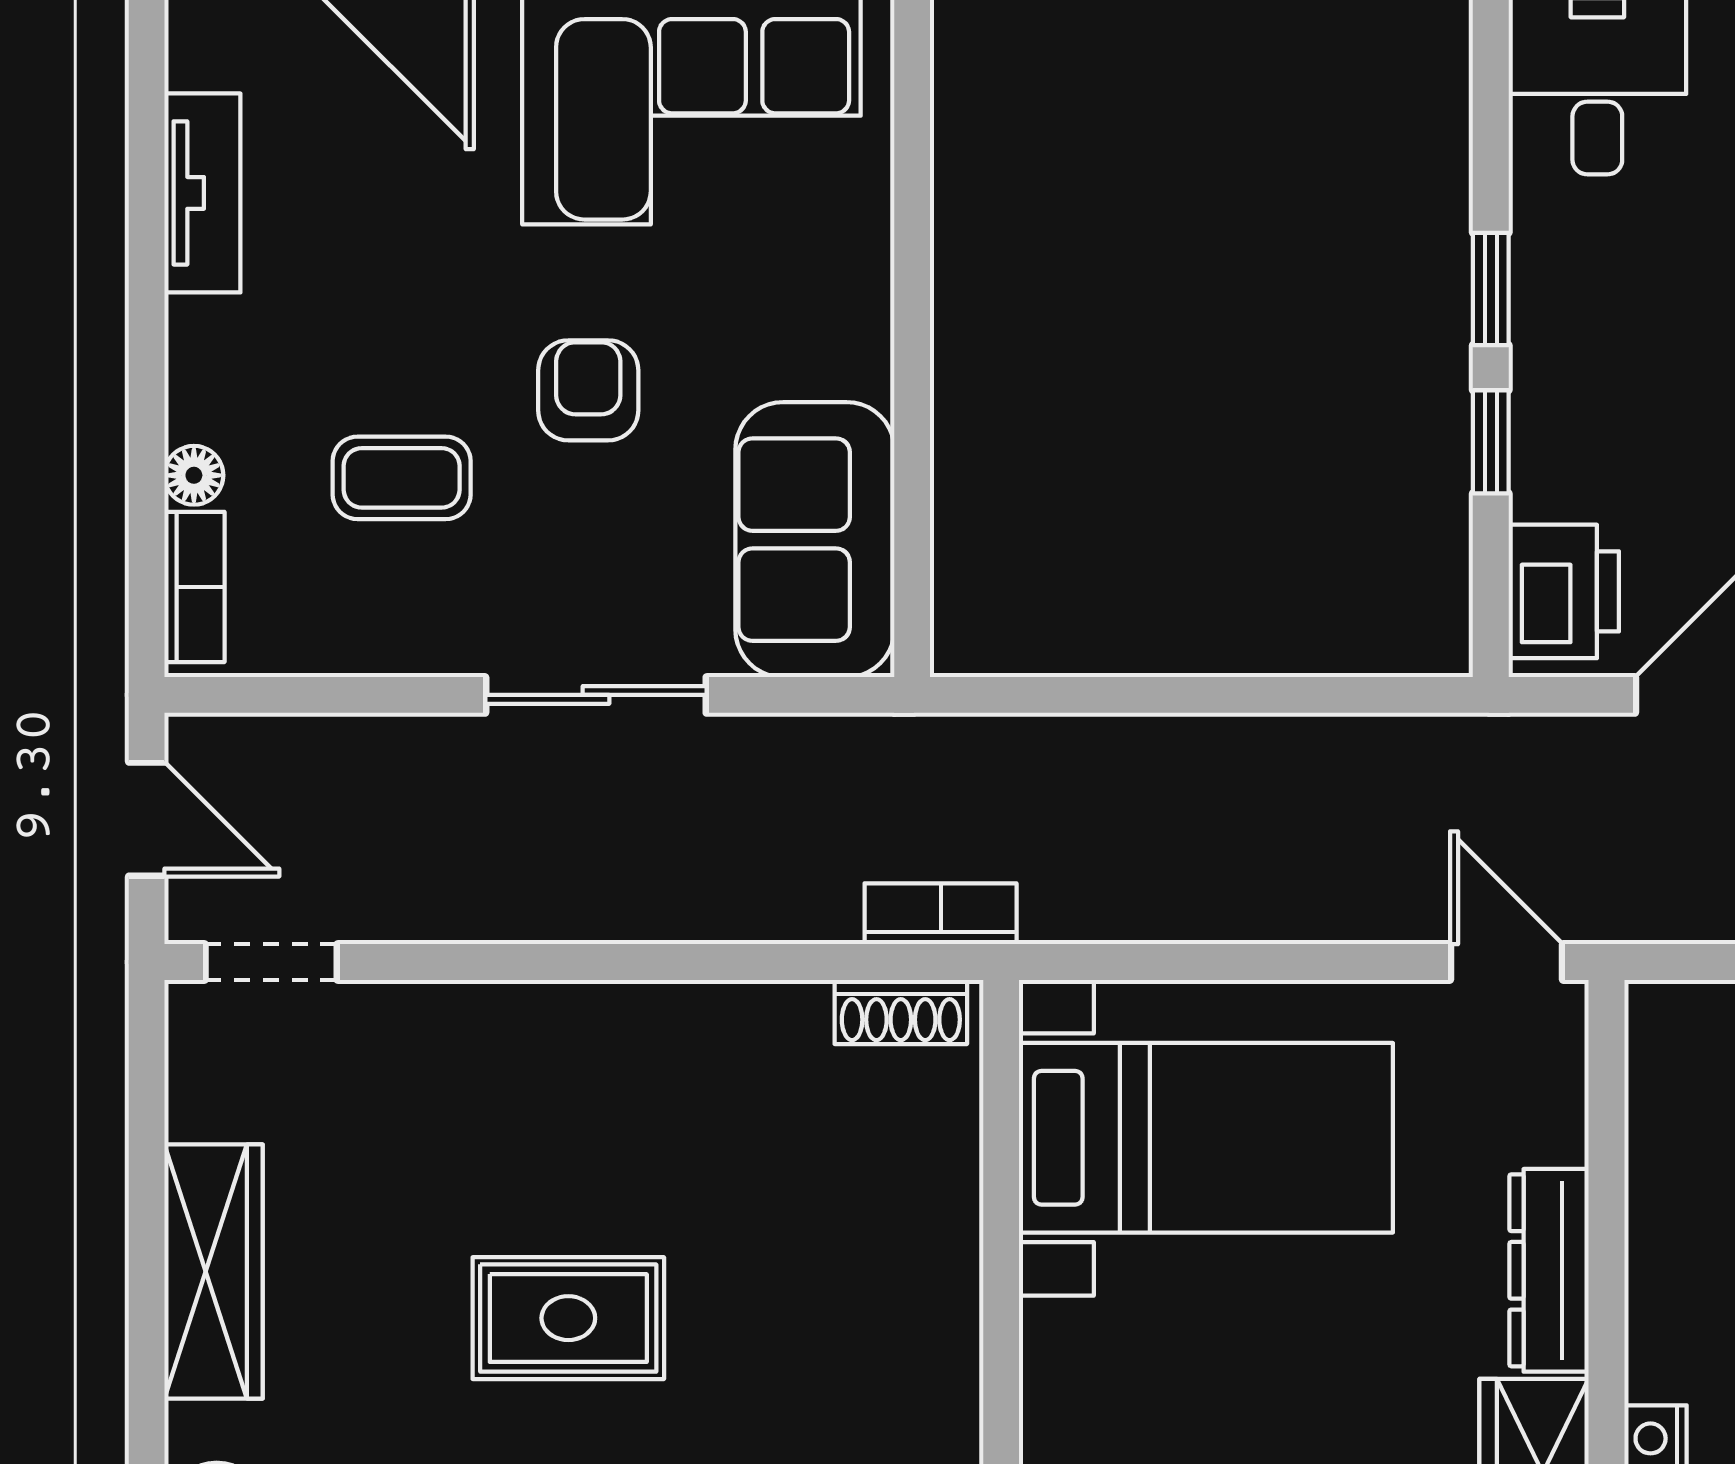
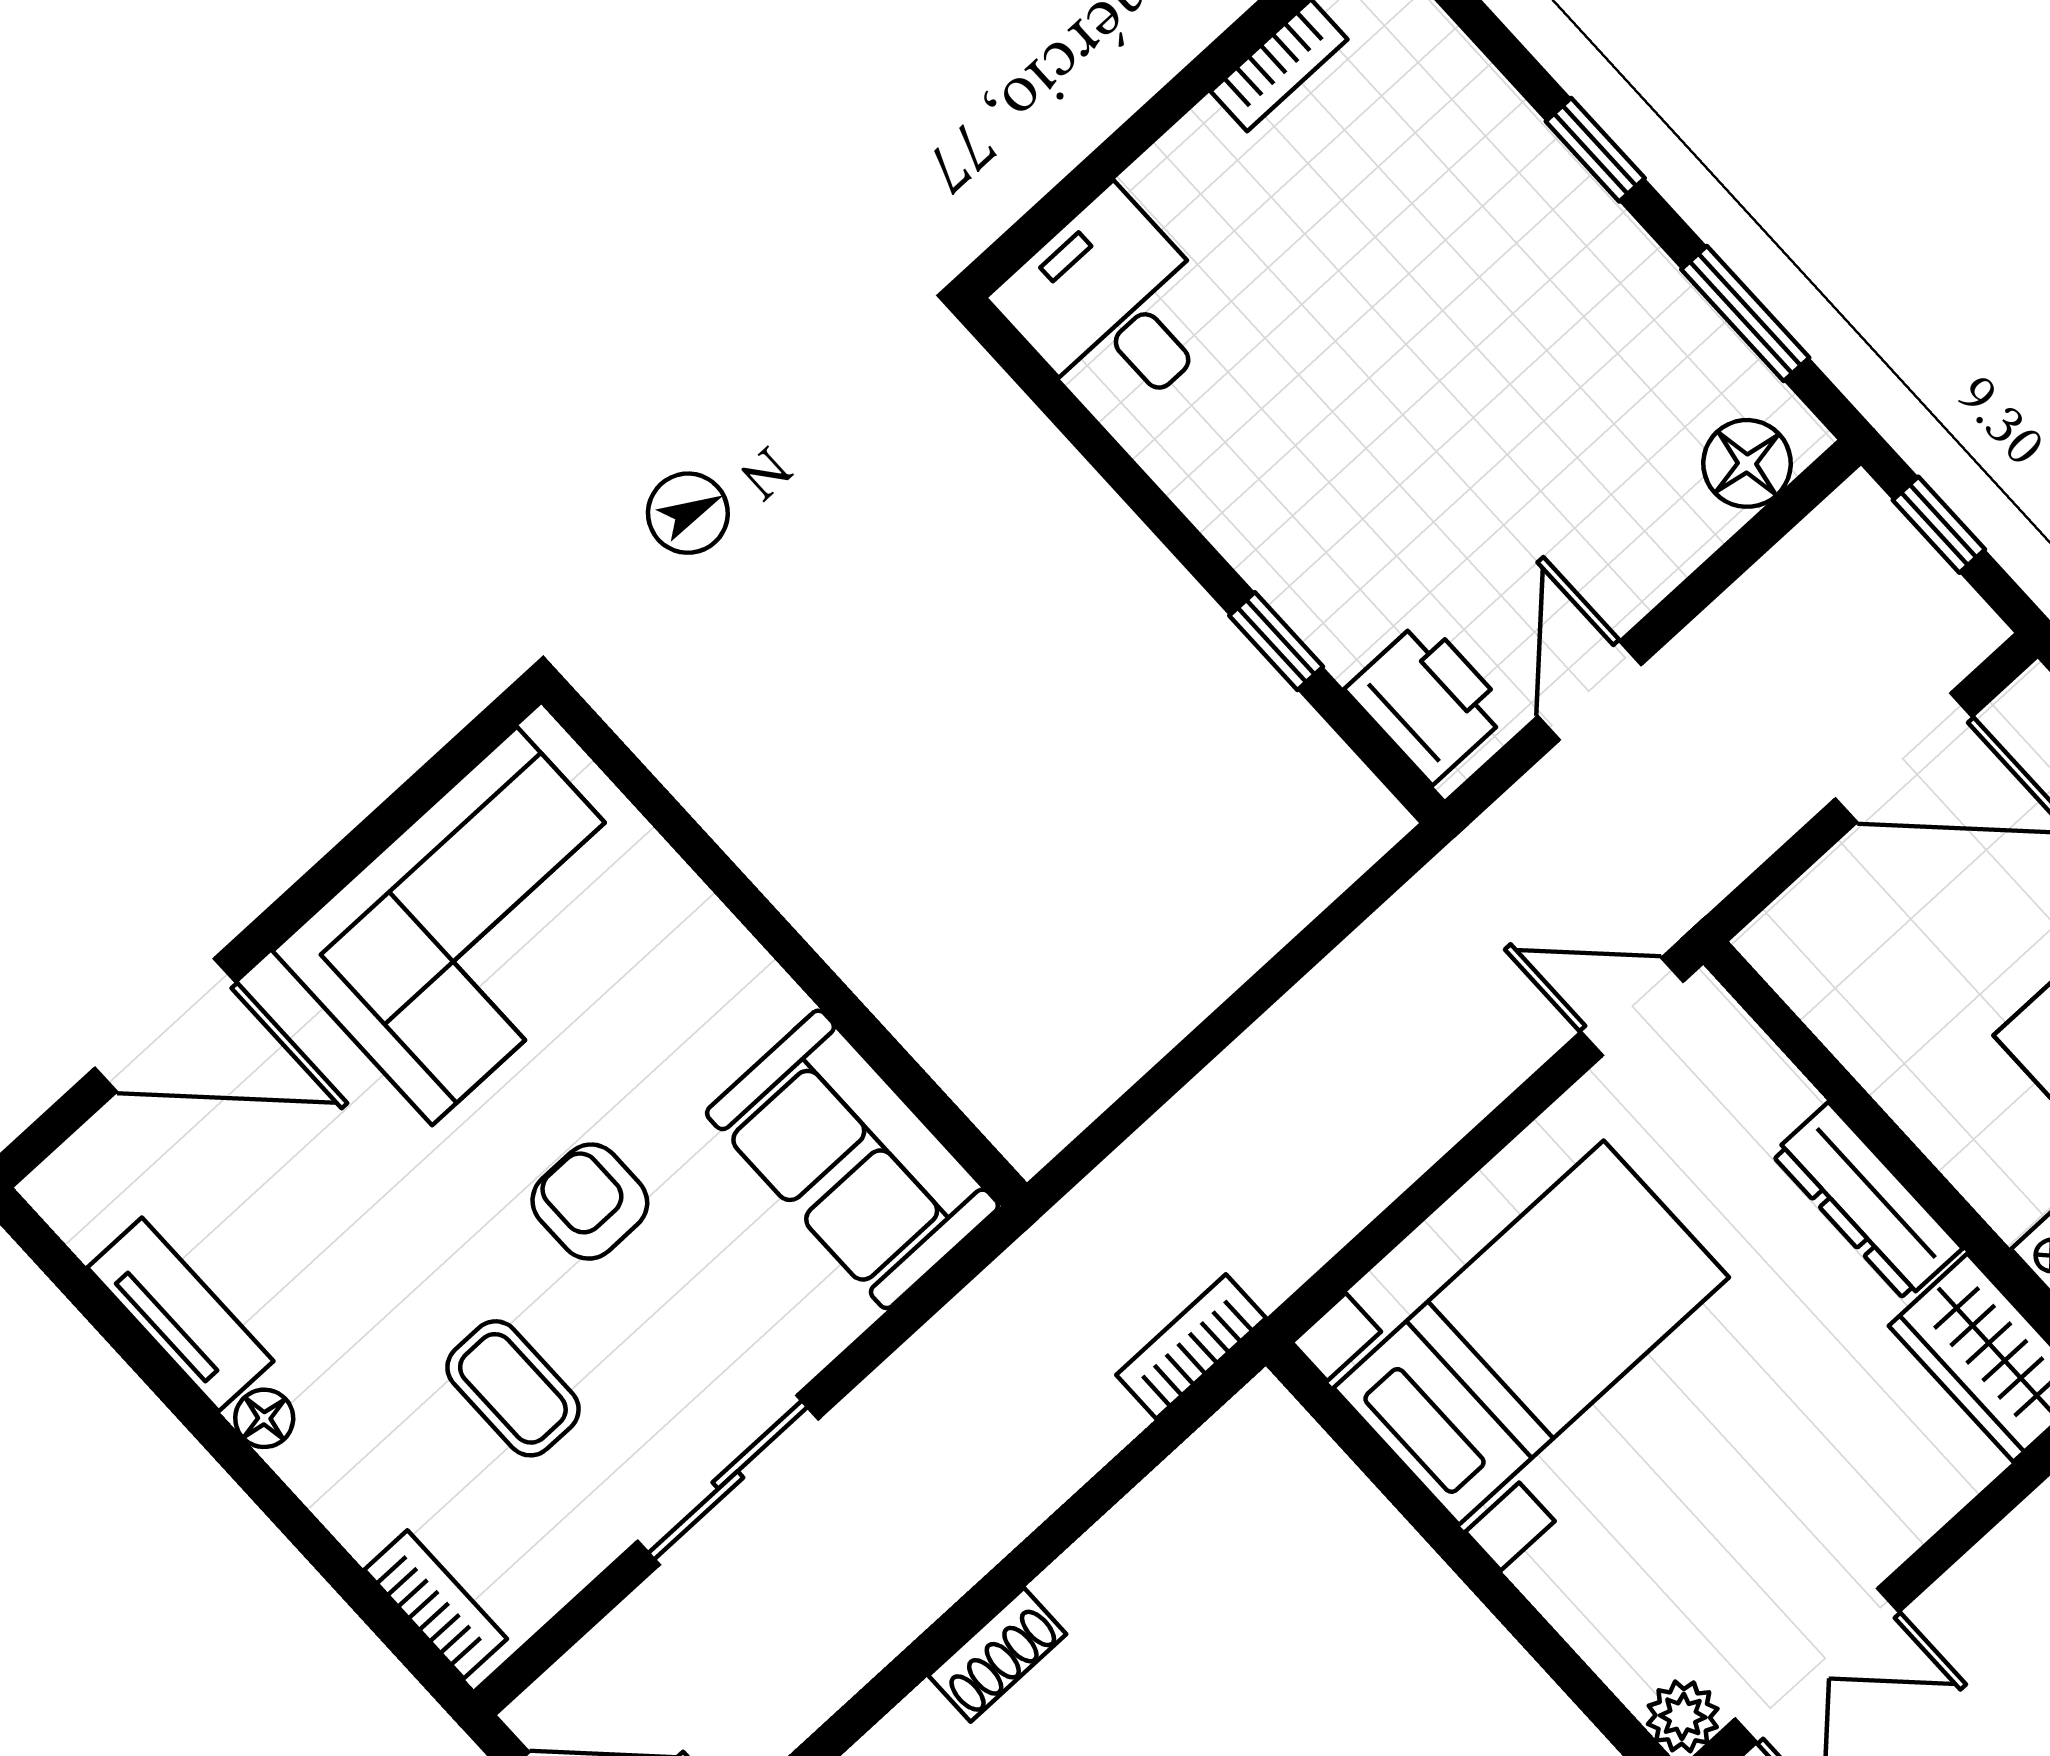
window: (1491, 289) -> (1175, 531), removed
floor lamp: (194, 475) -> (264, 1418), moved
coffee table: (402, 478) -> (513, 1388), turned 90
sliding door: (596, 695) -> (728, 1480), moved
shoe rack: (901, 1012) -> (997, 1655), moved

